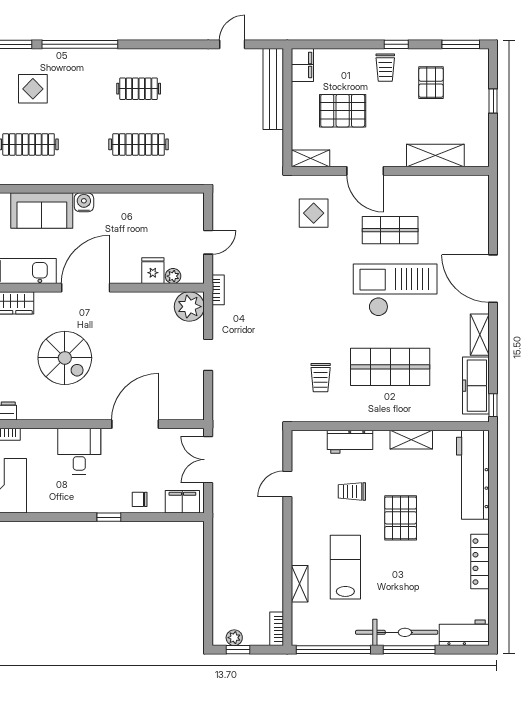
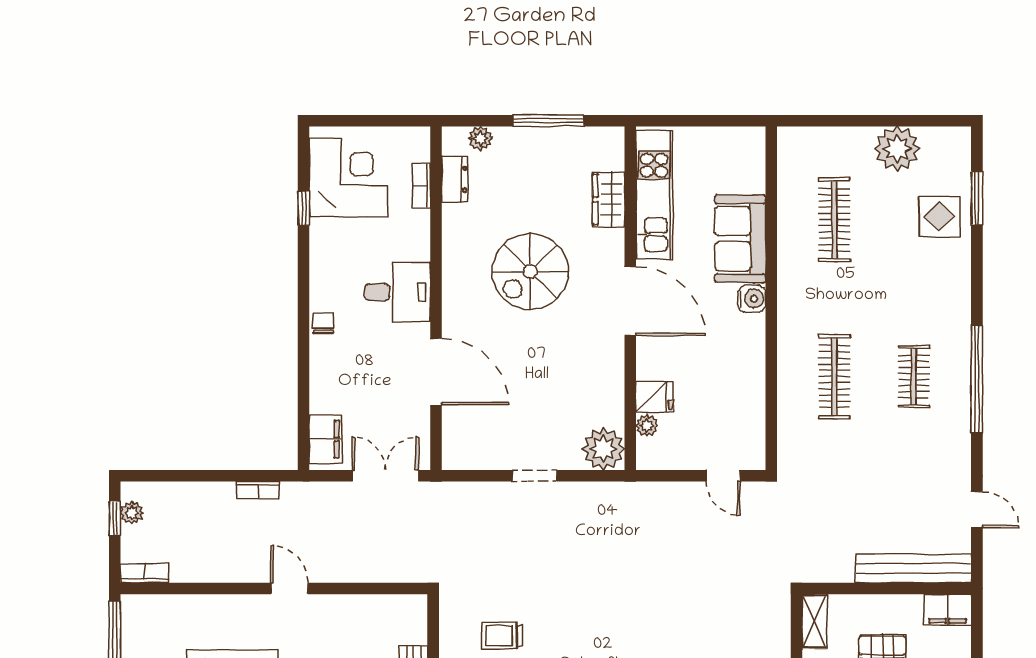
window: (80, 44) -> (977, 379), moved
display table: (33, 89) -> (939, 217), moved
display table: (314, 213) -> (736, 626), removed
door: (208, 242) -> (723, 476), moved
bookcase: (218, 290) -> (258, 490), moved
door: (287, 484) -> (289, 588), moved
chair: (140, 499) -> (323, 323), moved
window: (109, 517) -> (304, 208), moved
shelving: (300, 584) -> (209, 606), removed

